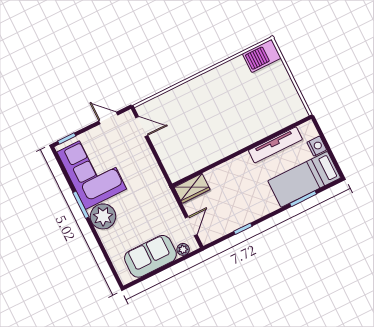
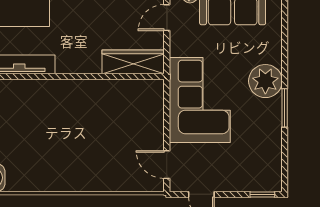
corner sofa: (92, 170) -> (200, 100), moved, turned 180
wardrobe: (192, 188) -> (133, 62), width x1.50

